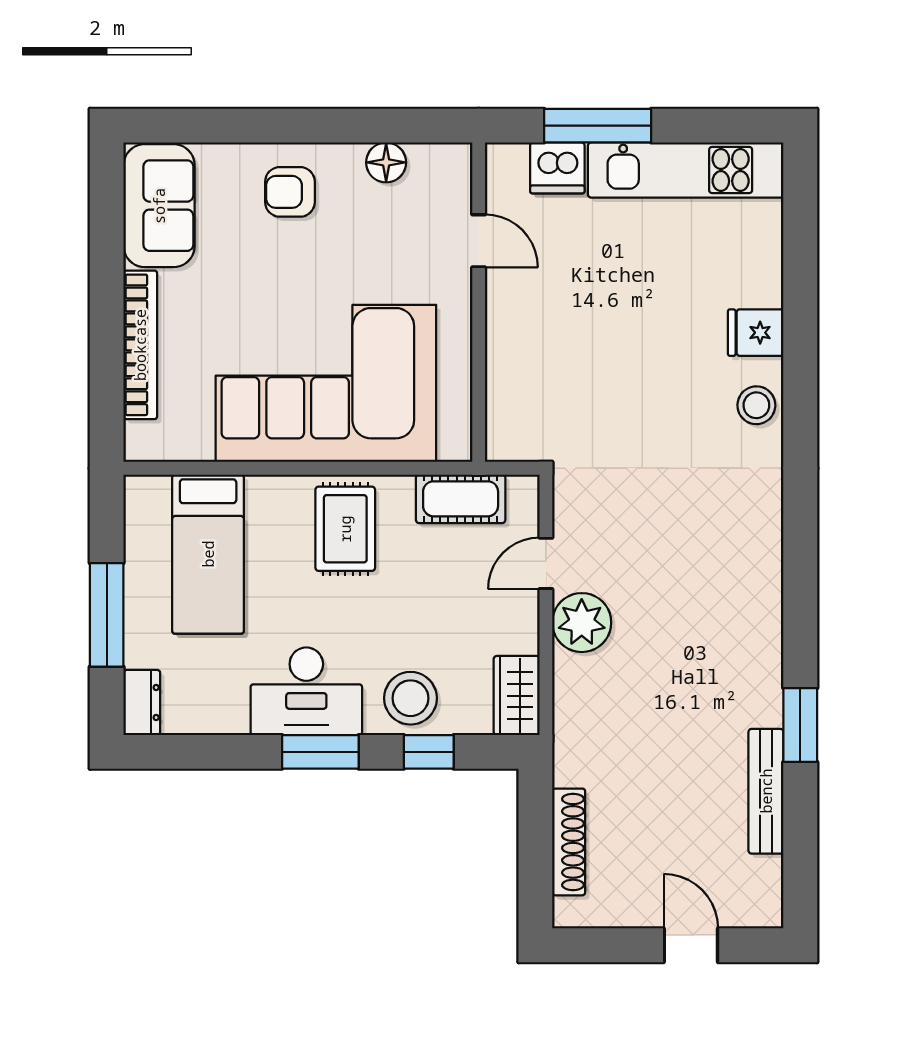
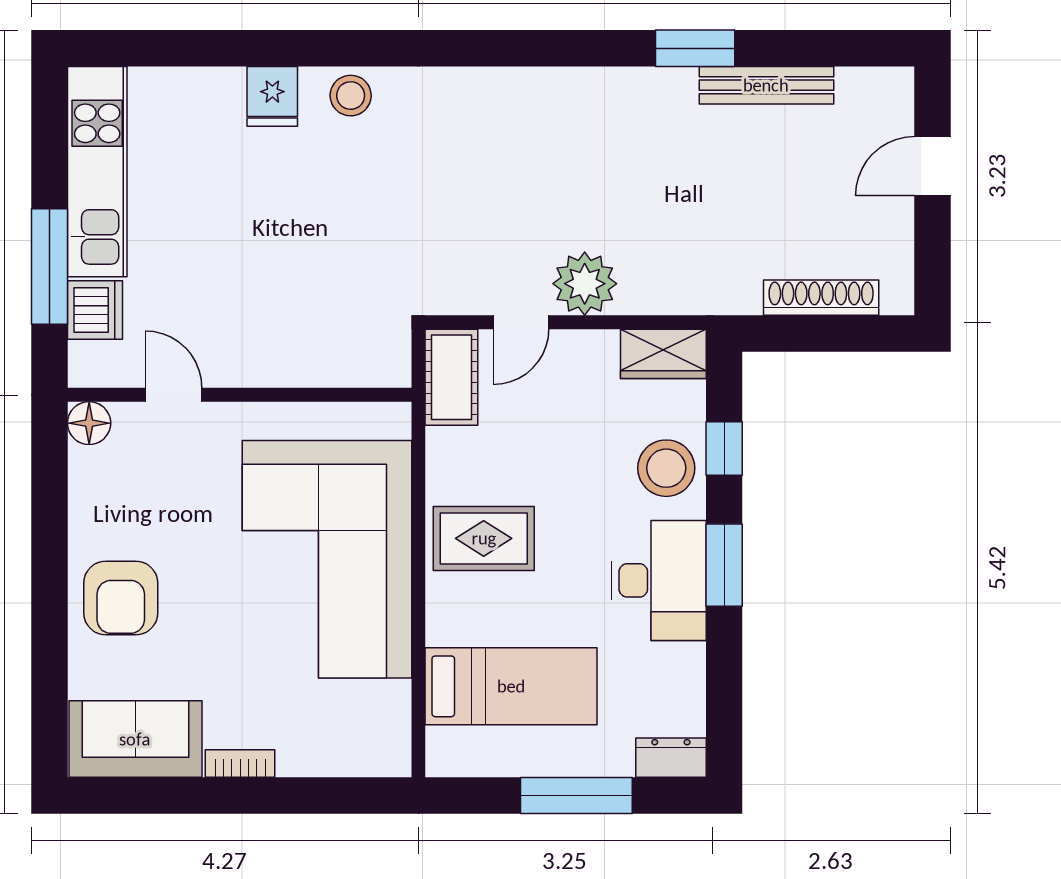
floor lamp: (386, 162) -> (89, 423), moved
armchair: (290, 192) -> (121, 598), width x1.38, depth x1.38
door: (479, 241) -> (174, 395), hinge flipped
bookcase: (140, 345) -> (240, 764), width x0.43, depth x0.76
cot: (461, 499) -> (451, 377), moved
door: (546, 563) -> (521, 322), hinge flipped

